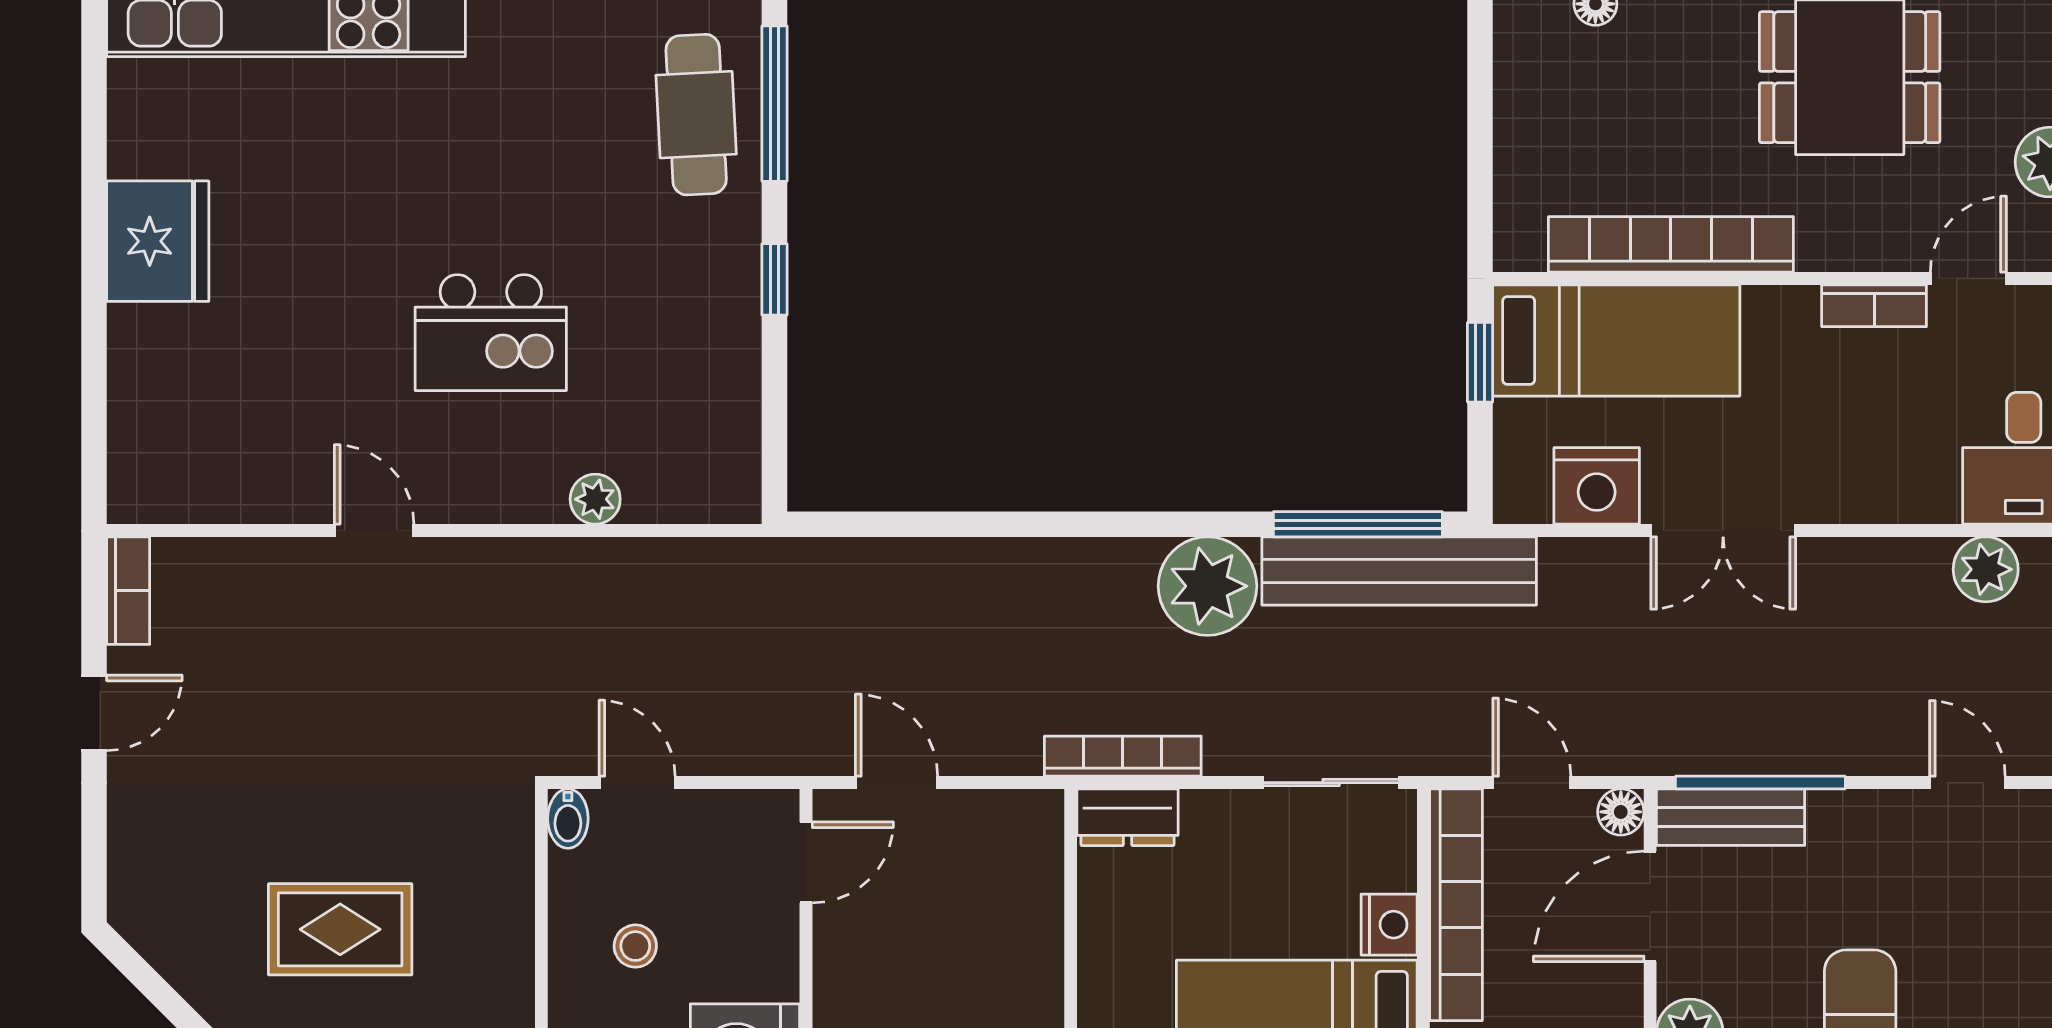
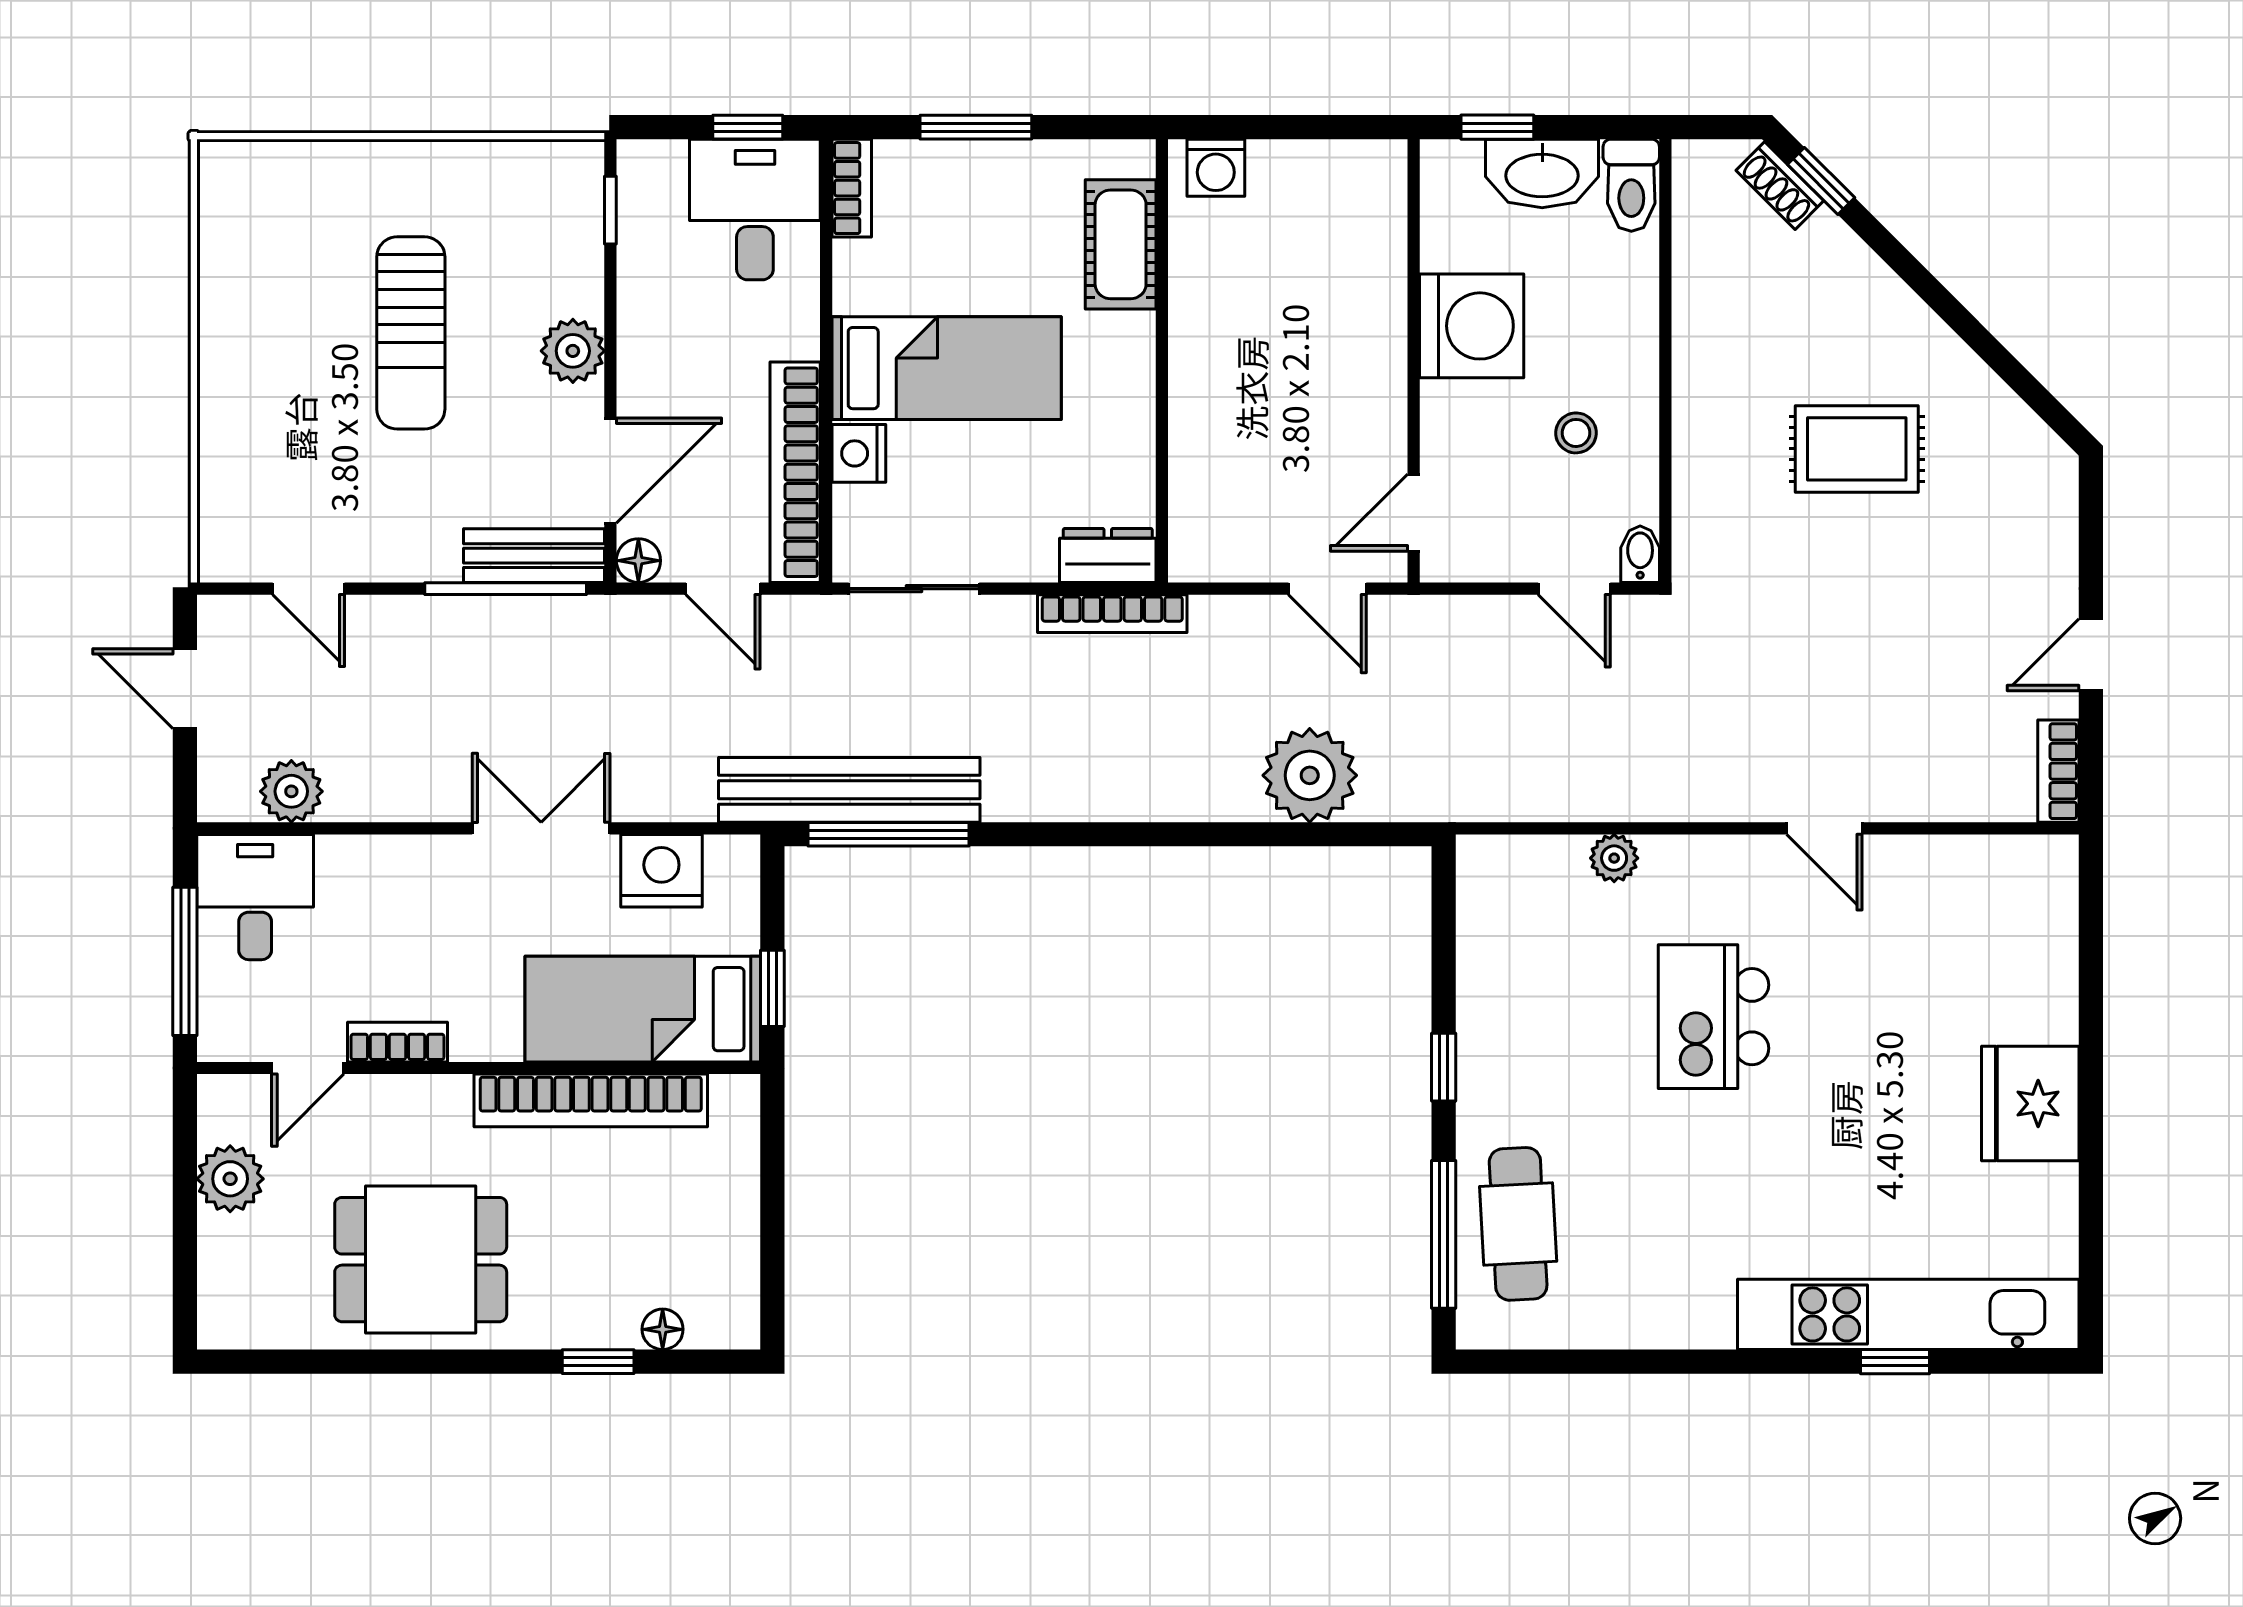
kitchen island: (491, 333) -> (1713, 1017), turned -90
plant: (1207, 586) -> (1310, 775), moved

